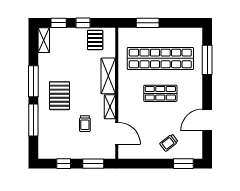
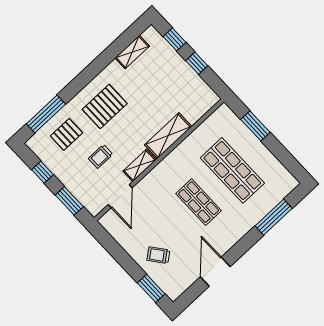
shelving: (44, 40) -> (132, 52), moved
pallet: (95, 40) -> (66, 134), moved
shop shelf: (160, 58) -> (232, 170), width x0.71
window: (33, 81) -> (95, 68), removed
window: (33, 120) -> (46, 114), moved
door: (207, 120) -> (215, 272), hinge flipped

